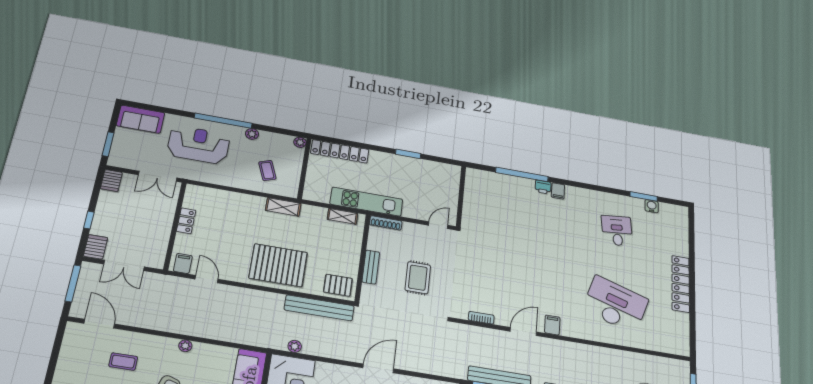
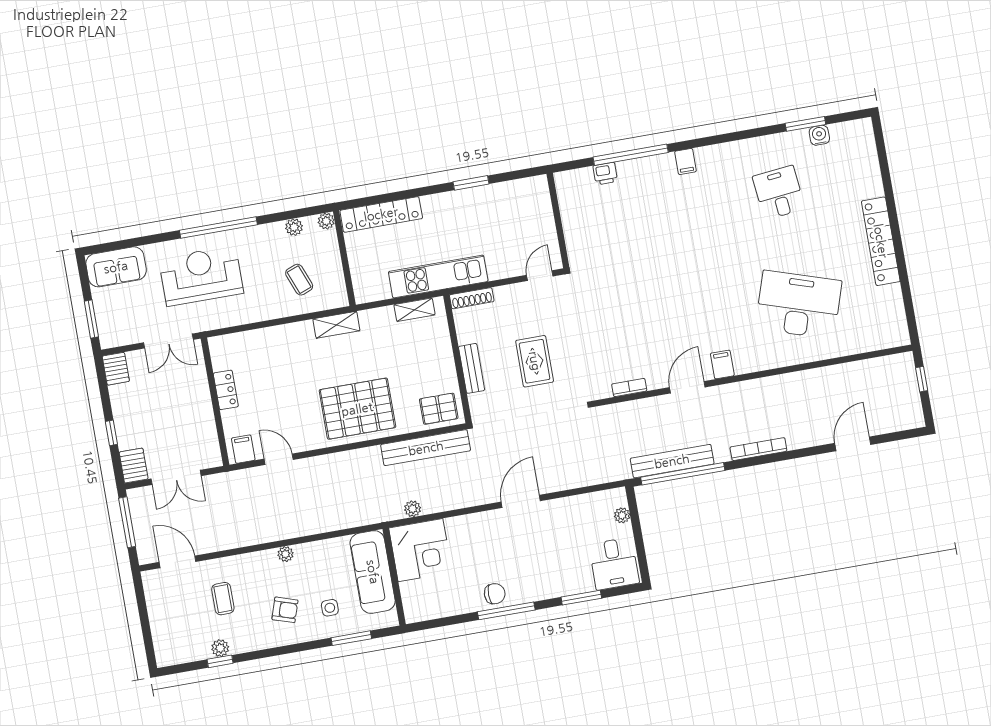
plant: (252, 134) -> (294, 227), moved
printer: (543, 187) -> (605, 174), moved
coffee table: (123, 362) -> (223, 599), turned 90

